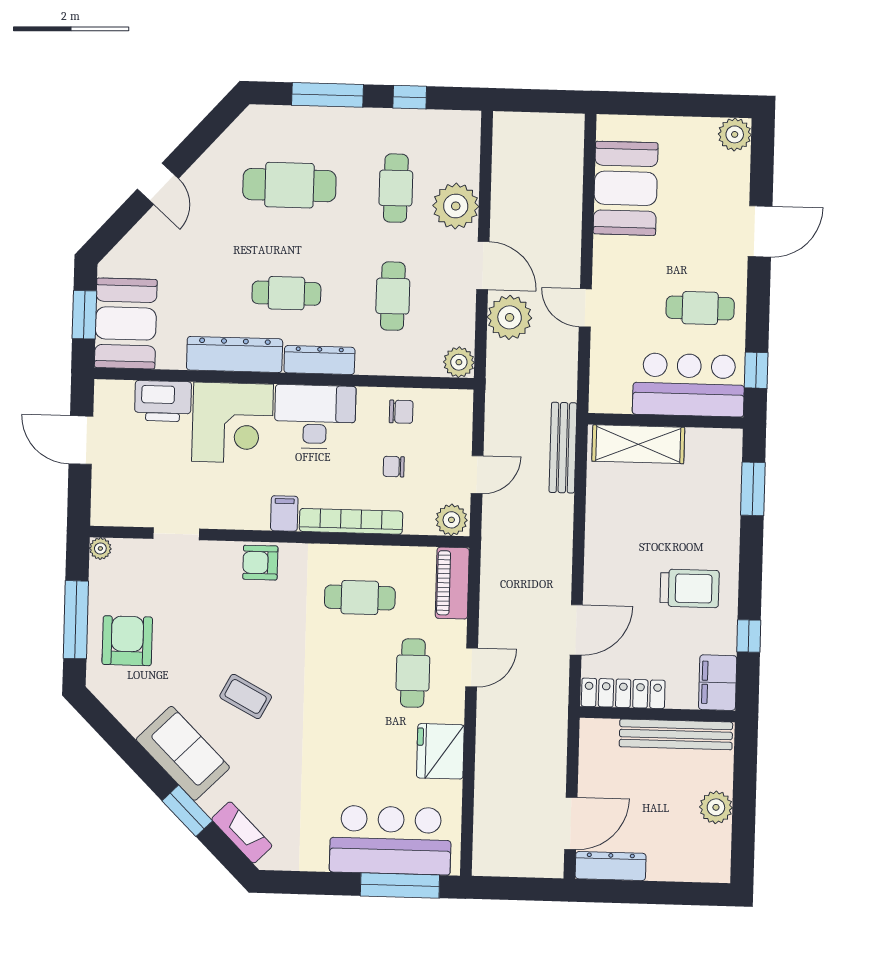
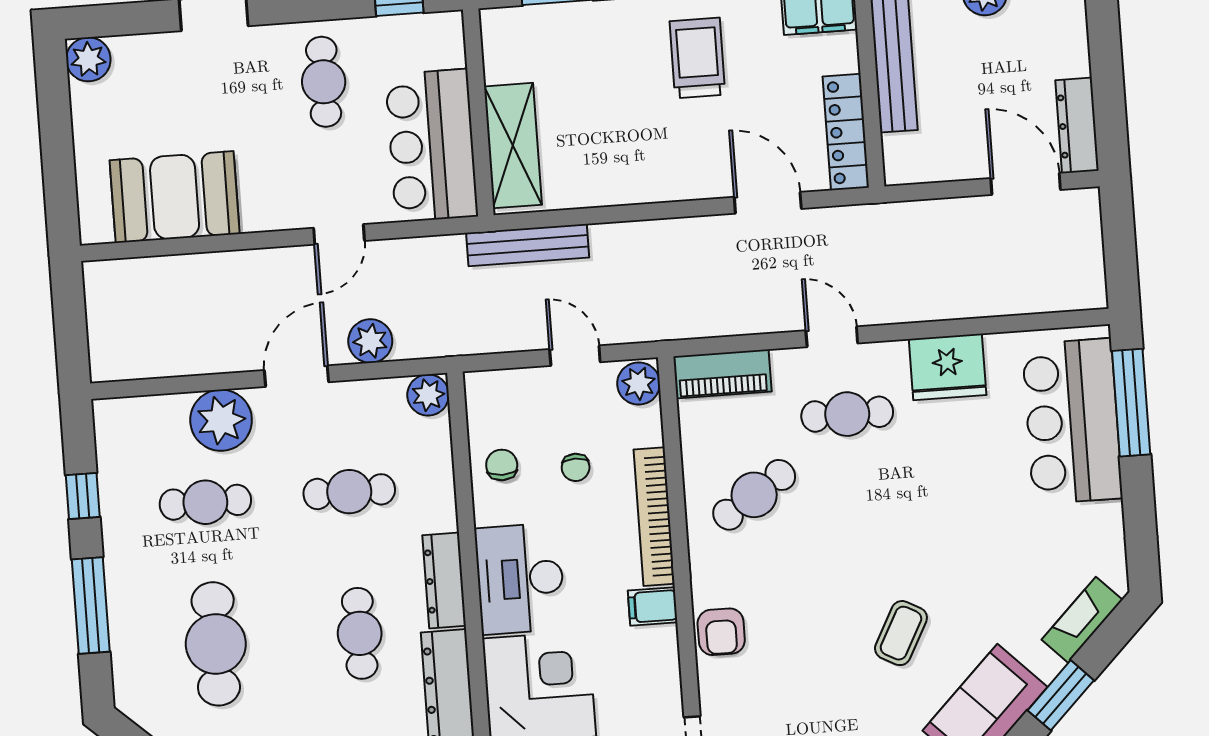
plant: (510, 317) -> (370, 341), width x0.73, depth x0.73
bar counter: (689, 385) -> (432, 145), moved
cafe table: (360, 598) -> (754, 495), turned 57

